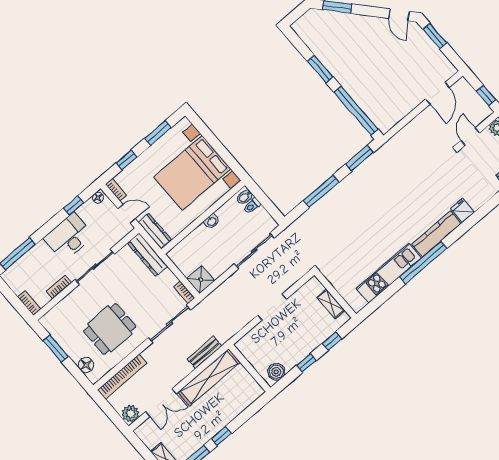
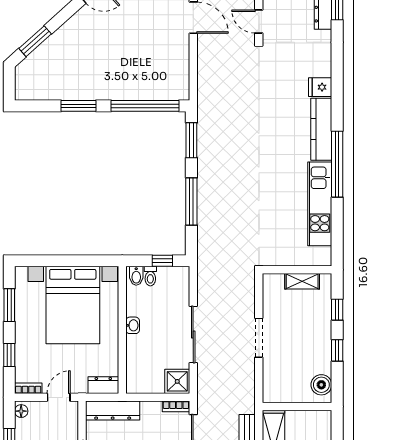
window: (268, 205) -> (162, 261), added
dresser: (155, 231) -> (103, 385), width x0.70
sliding door: (254, 251) -> (193, 334), moved

